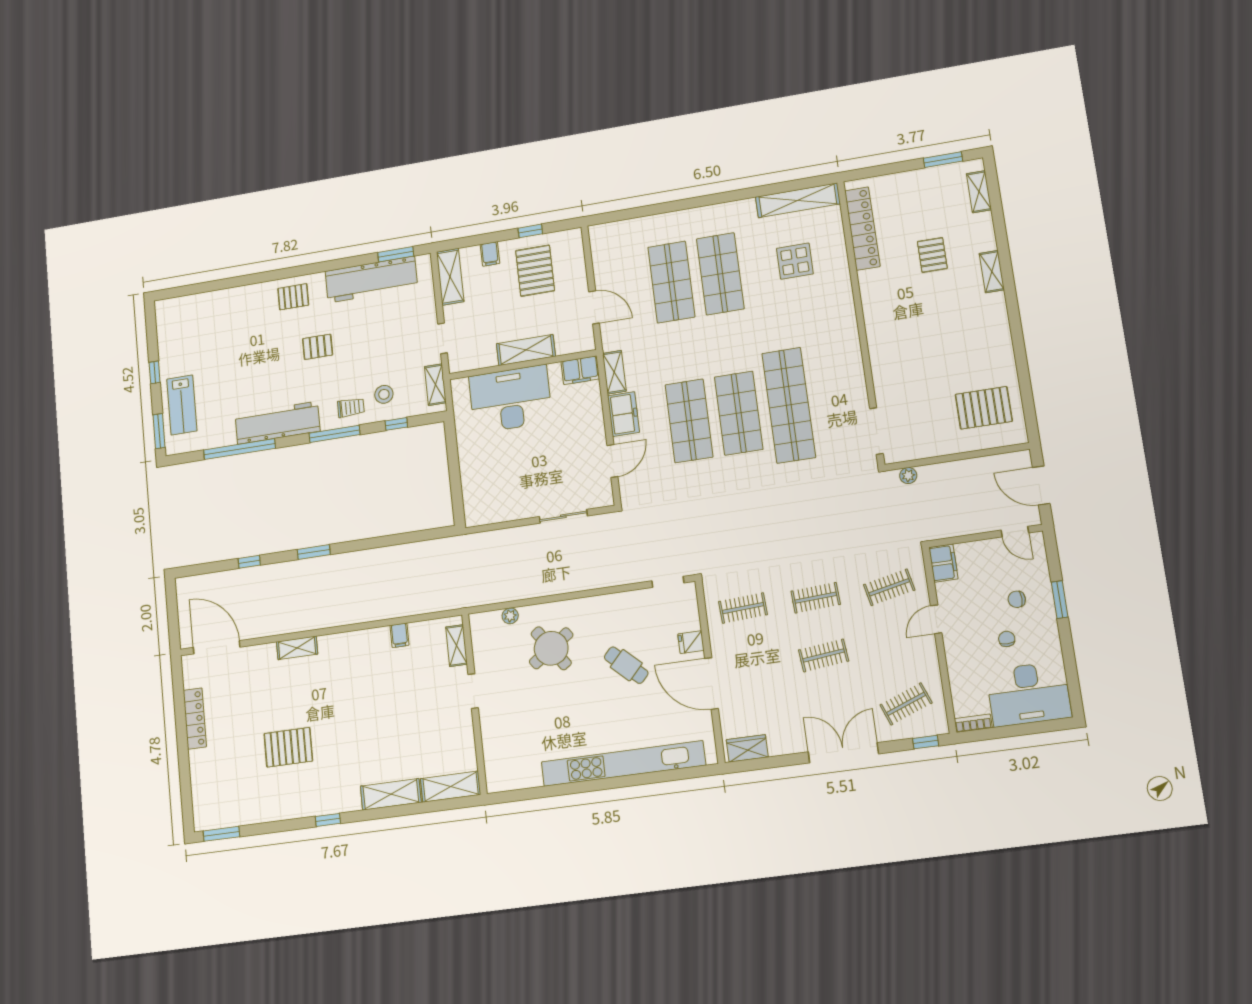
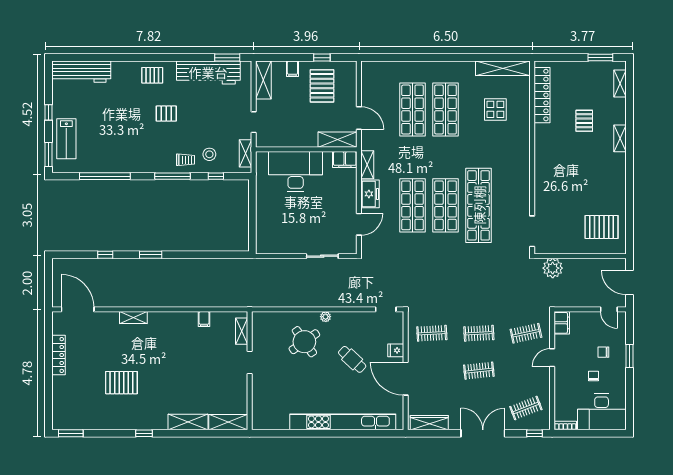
shelving: (526, 350) -> (338, 140), moved
workbench: (278, 423) -> (81, 72), moved, turned 180
plant: (908, 476) -> (553, 268), width x1.87, depth x1.87
plant: (510, 616) -> (326, 317), moved
wardrobe: (747, 748) -> (429, 423), width x1.50

